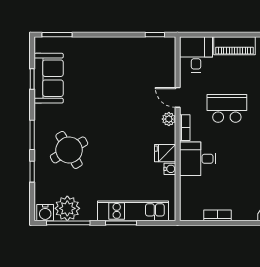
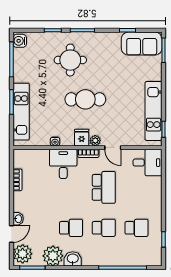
piano: (234, 46) -> (154, 194), removed
kitchen unit: (132, 47) -> (154, 111), added
sofa: (49, 78) -> (142, 44), moved
door: (178, 97) -> (113, 148), swing flipped
cafe table: (118, 131) -> (85, 99), added
round table: (69, 150) -> (70, 60), turned 30
fridge: (165, 153) -> (82, 138), moved
plant: (67, 208) -> (23, 59), removed

